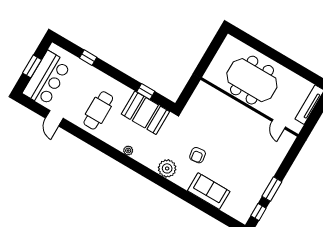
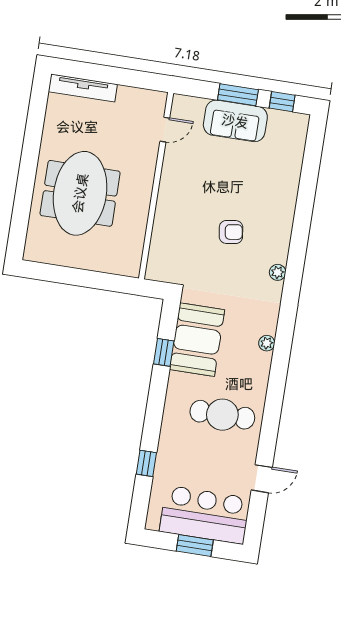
wall: (249, 107) -> (156, 186), moved
door: (279, 124) -> (165, 130), moved
plant: (167, 168) -> (278, 272), width x0.53, depth x0.53
sofa: (209, 191) -> (235, 121), moved, turned -90

